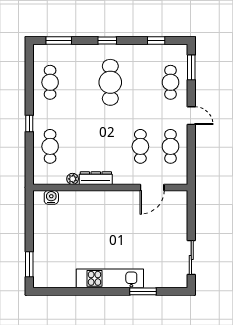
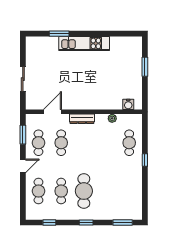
window: (191, 67) -> (23, 135), moved
cafe table: (50, 82) -> (61, 191), moved
door: (191, 116) -> (23, 166), swing flipped
dresser: (96, 178) -> (82, 119), moved
sliding door: (191, 258) -> (23, 79), moved
window: (29, 264) -> (145, 67), moved

